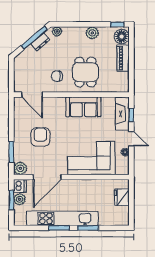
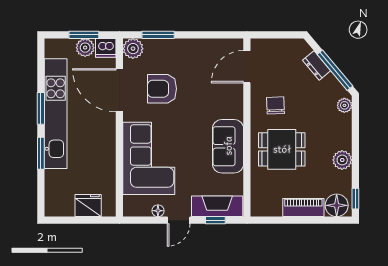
dresser: (40, 42) -> (317, 65), moved
armchair: (40, 137) -> (162, 89), moved, turned 180

